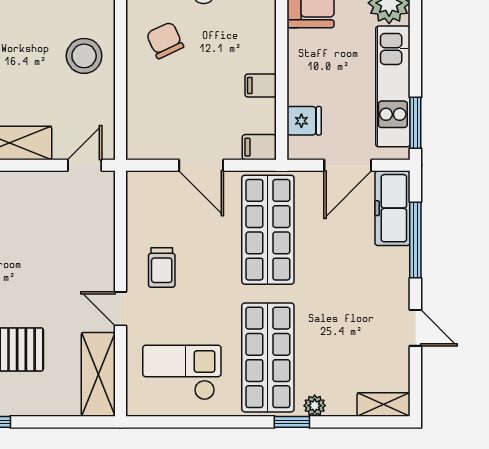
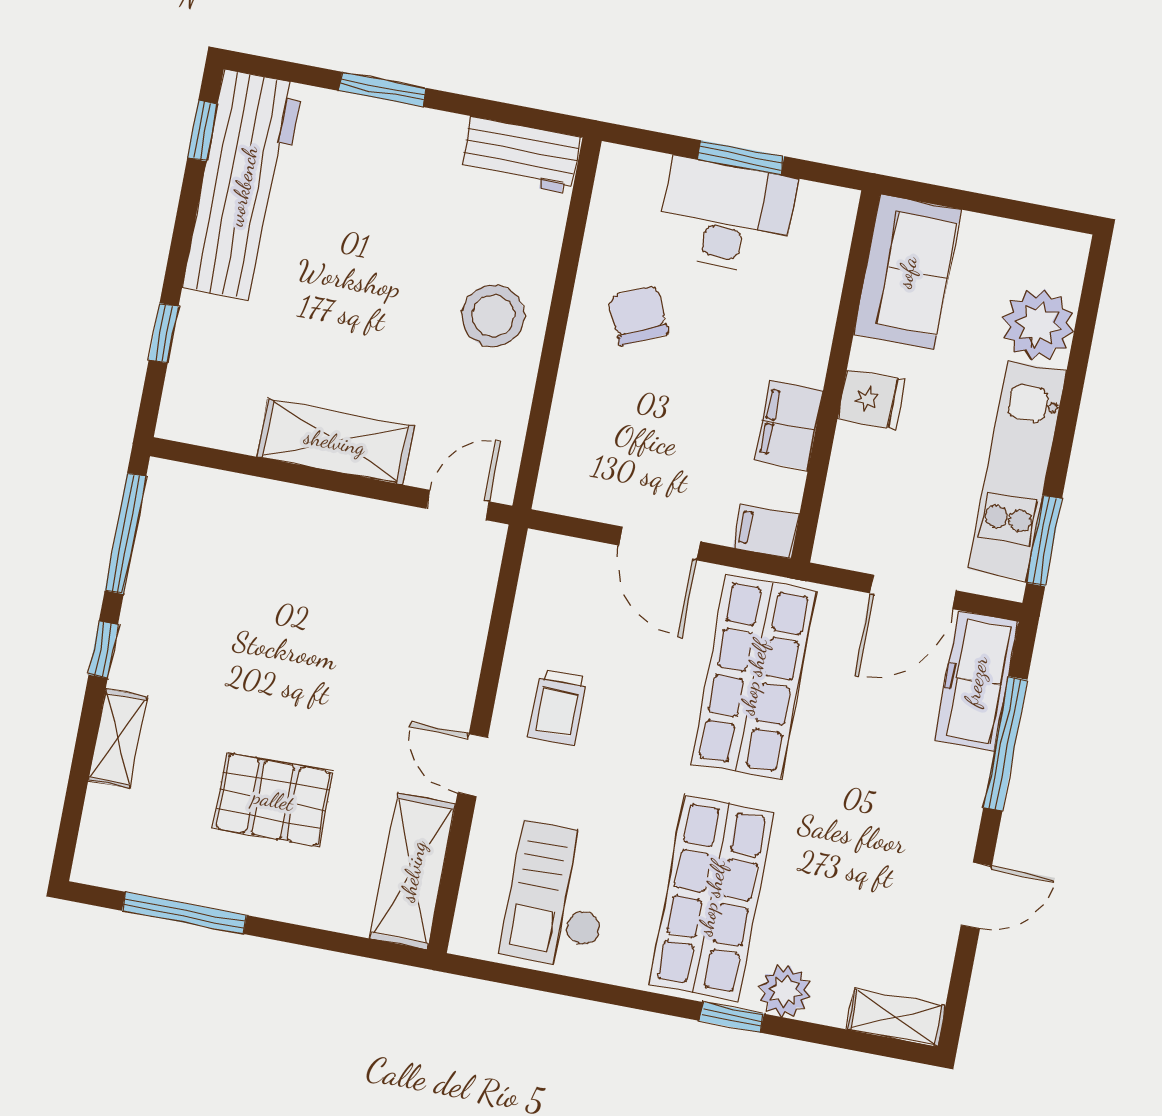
filing cabinet: (261, 86) -> (789, 425), width x2.00
fridge: (304, 121) -> (872, 400), moved
door: (415, 328) -> (976, 896), hinge flipped
checkout: (182, 372) -> (558, 896), turned -90
plant: (315, 406) -> (785, 991), width x1.38, depth x1.38

